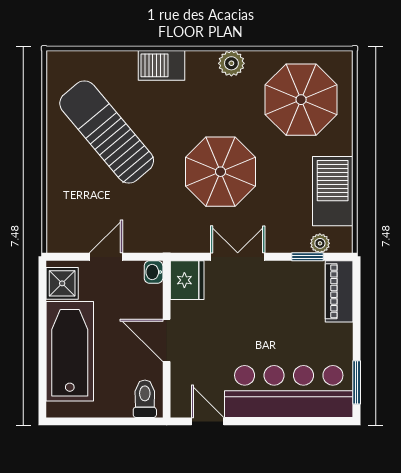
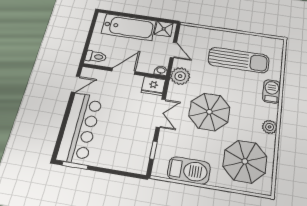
sun lounger: (107, 132) -> (239, 60), turned 40
plant: (320, 243) -> (180, 76), moved, width x1.88, depth x1.88
piano: (339, 291) -> (130, 164), removed

